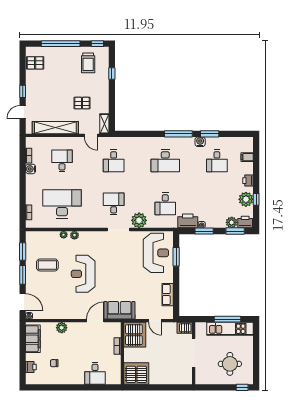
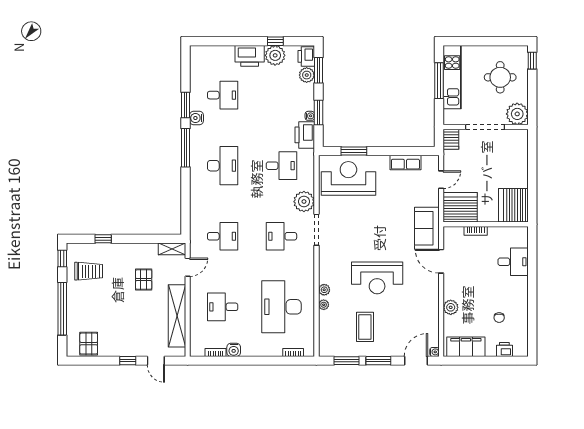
filing cabinet: (247, 157) -> (218, 54), removed
printer: (248, 181) -> (250, 56), width x1.87, depth x1.48
plant: (203, 376) -> (517, 114), added

